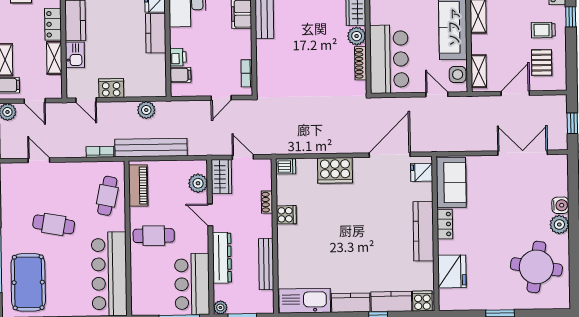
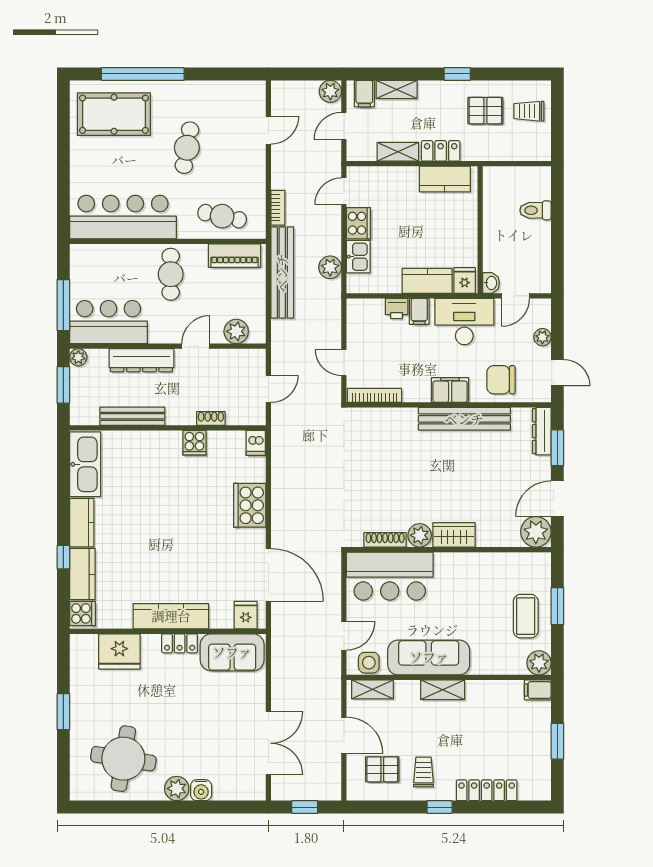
kitchen sink: (75, 55) -> (358, 257), moved, turned -90
bookcase: (247, 73) -> (375, 395), width x1.56
filing cabinet: (180, 75) -> (419, 311), moved
wardrobe: (221, 177) -> (244, 361), removed

